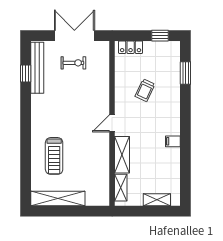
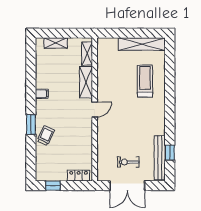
window: (185, 73) -> (31, 125), moved
trolley: (145, 90) -> (46, 136), moved

